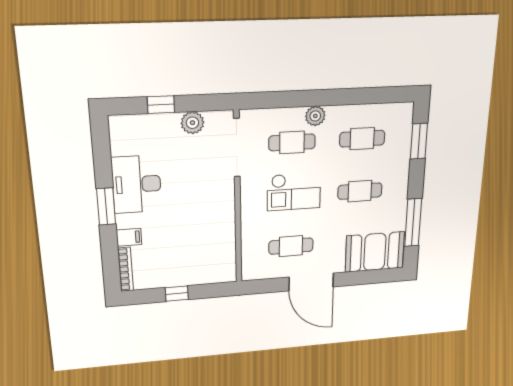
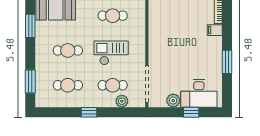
window: (331, 97) -> (89, 112), added
plant: (315, 116) -> (122, 101), moved
desk: (137, 184) -> (199, 93), moved, turned 90
window: (106, 206) -> (227, 62), moved
window: (413, 222) -> (30, 26), width x0.69

